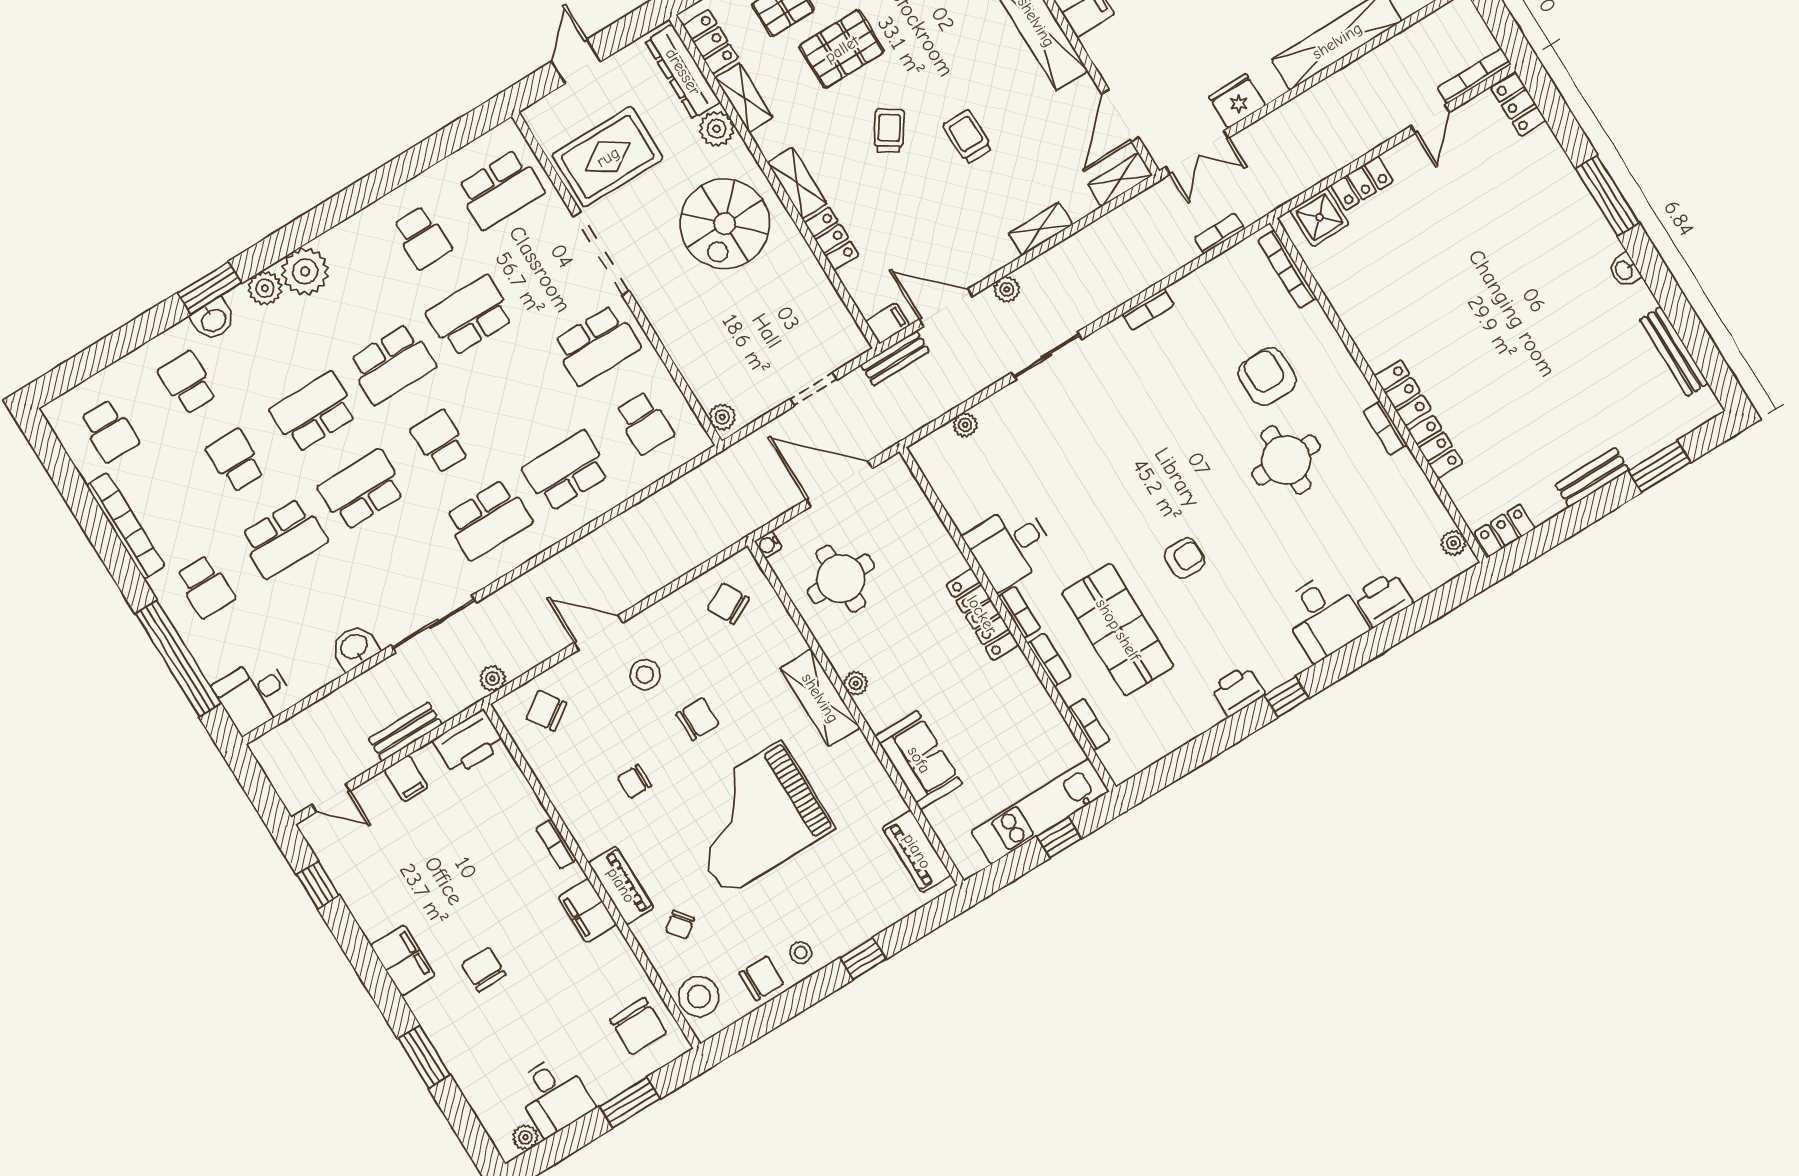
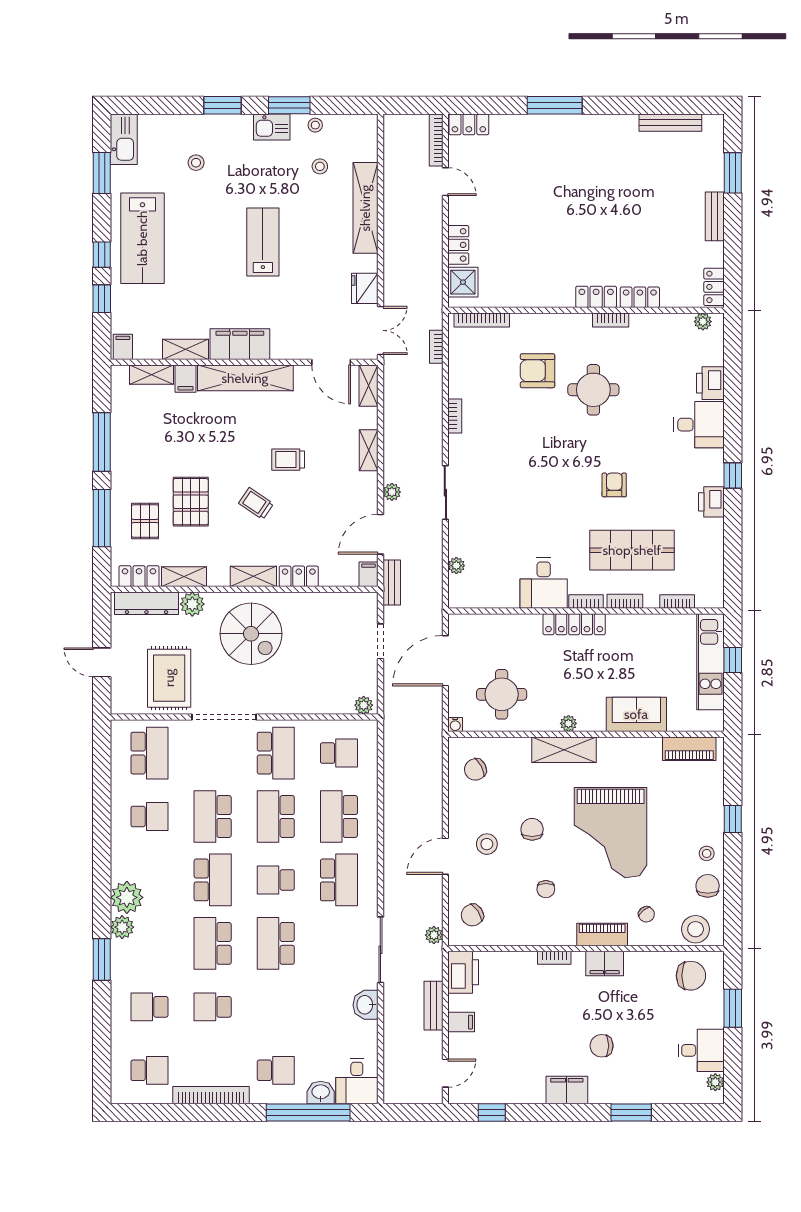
washbasin: (1624, 270) -> (605, 122), removed
washbasin: (213, 320) -> (321, 1092), moved, turned -90
school desk: (284, 538) -> (276, 817), moved, turned 180

